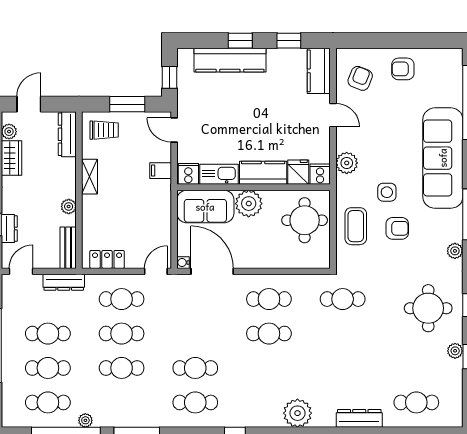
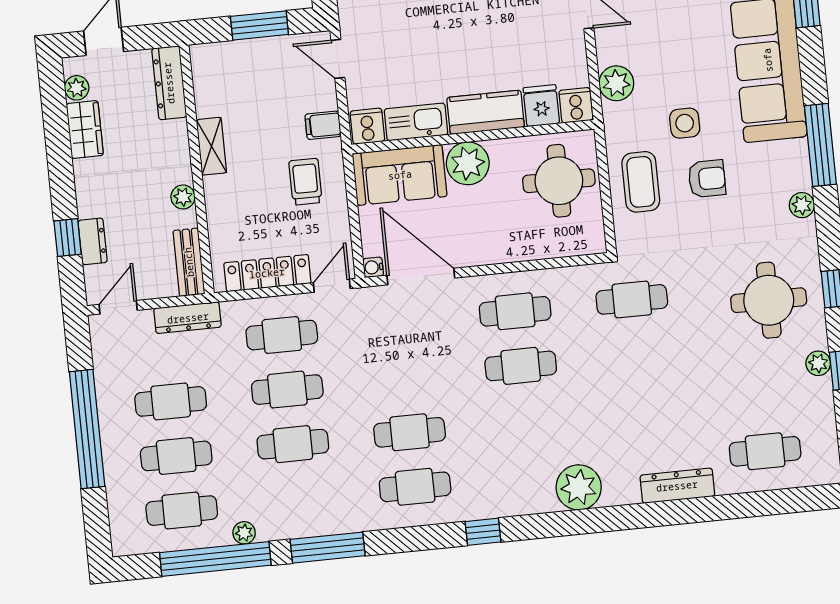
trolley: (104, 130) -> (305, 182), moved, turned -90
locker: (107, 259) -> (267, 273), width x1.53

